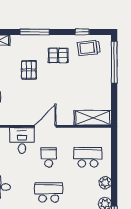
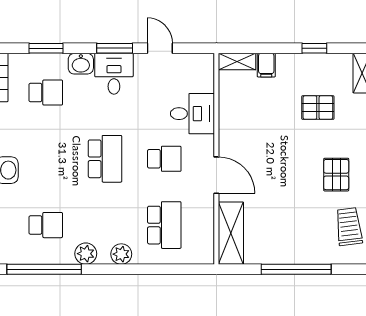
window: (114, 62) -> (296, 269), moved
pallet: (29, 70) -> (318, 108), moved
door: (45, 126) -> (216, 175), moved

